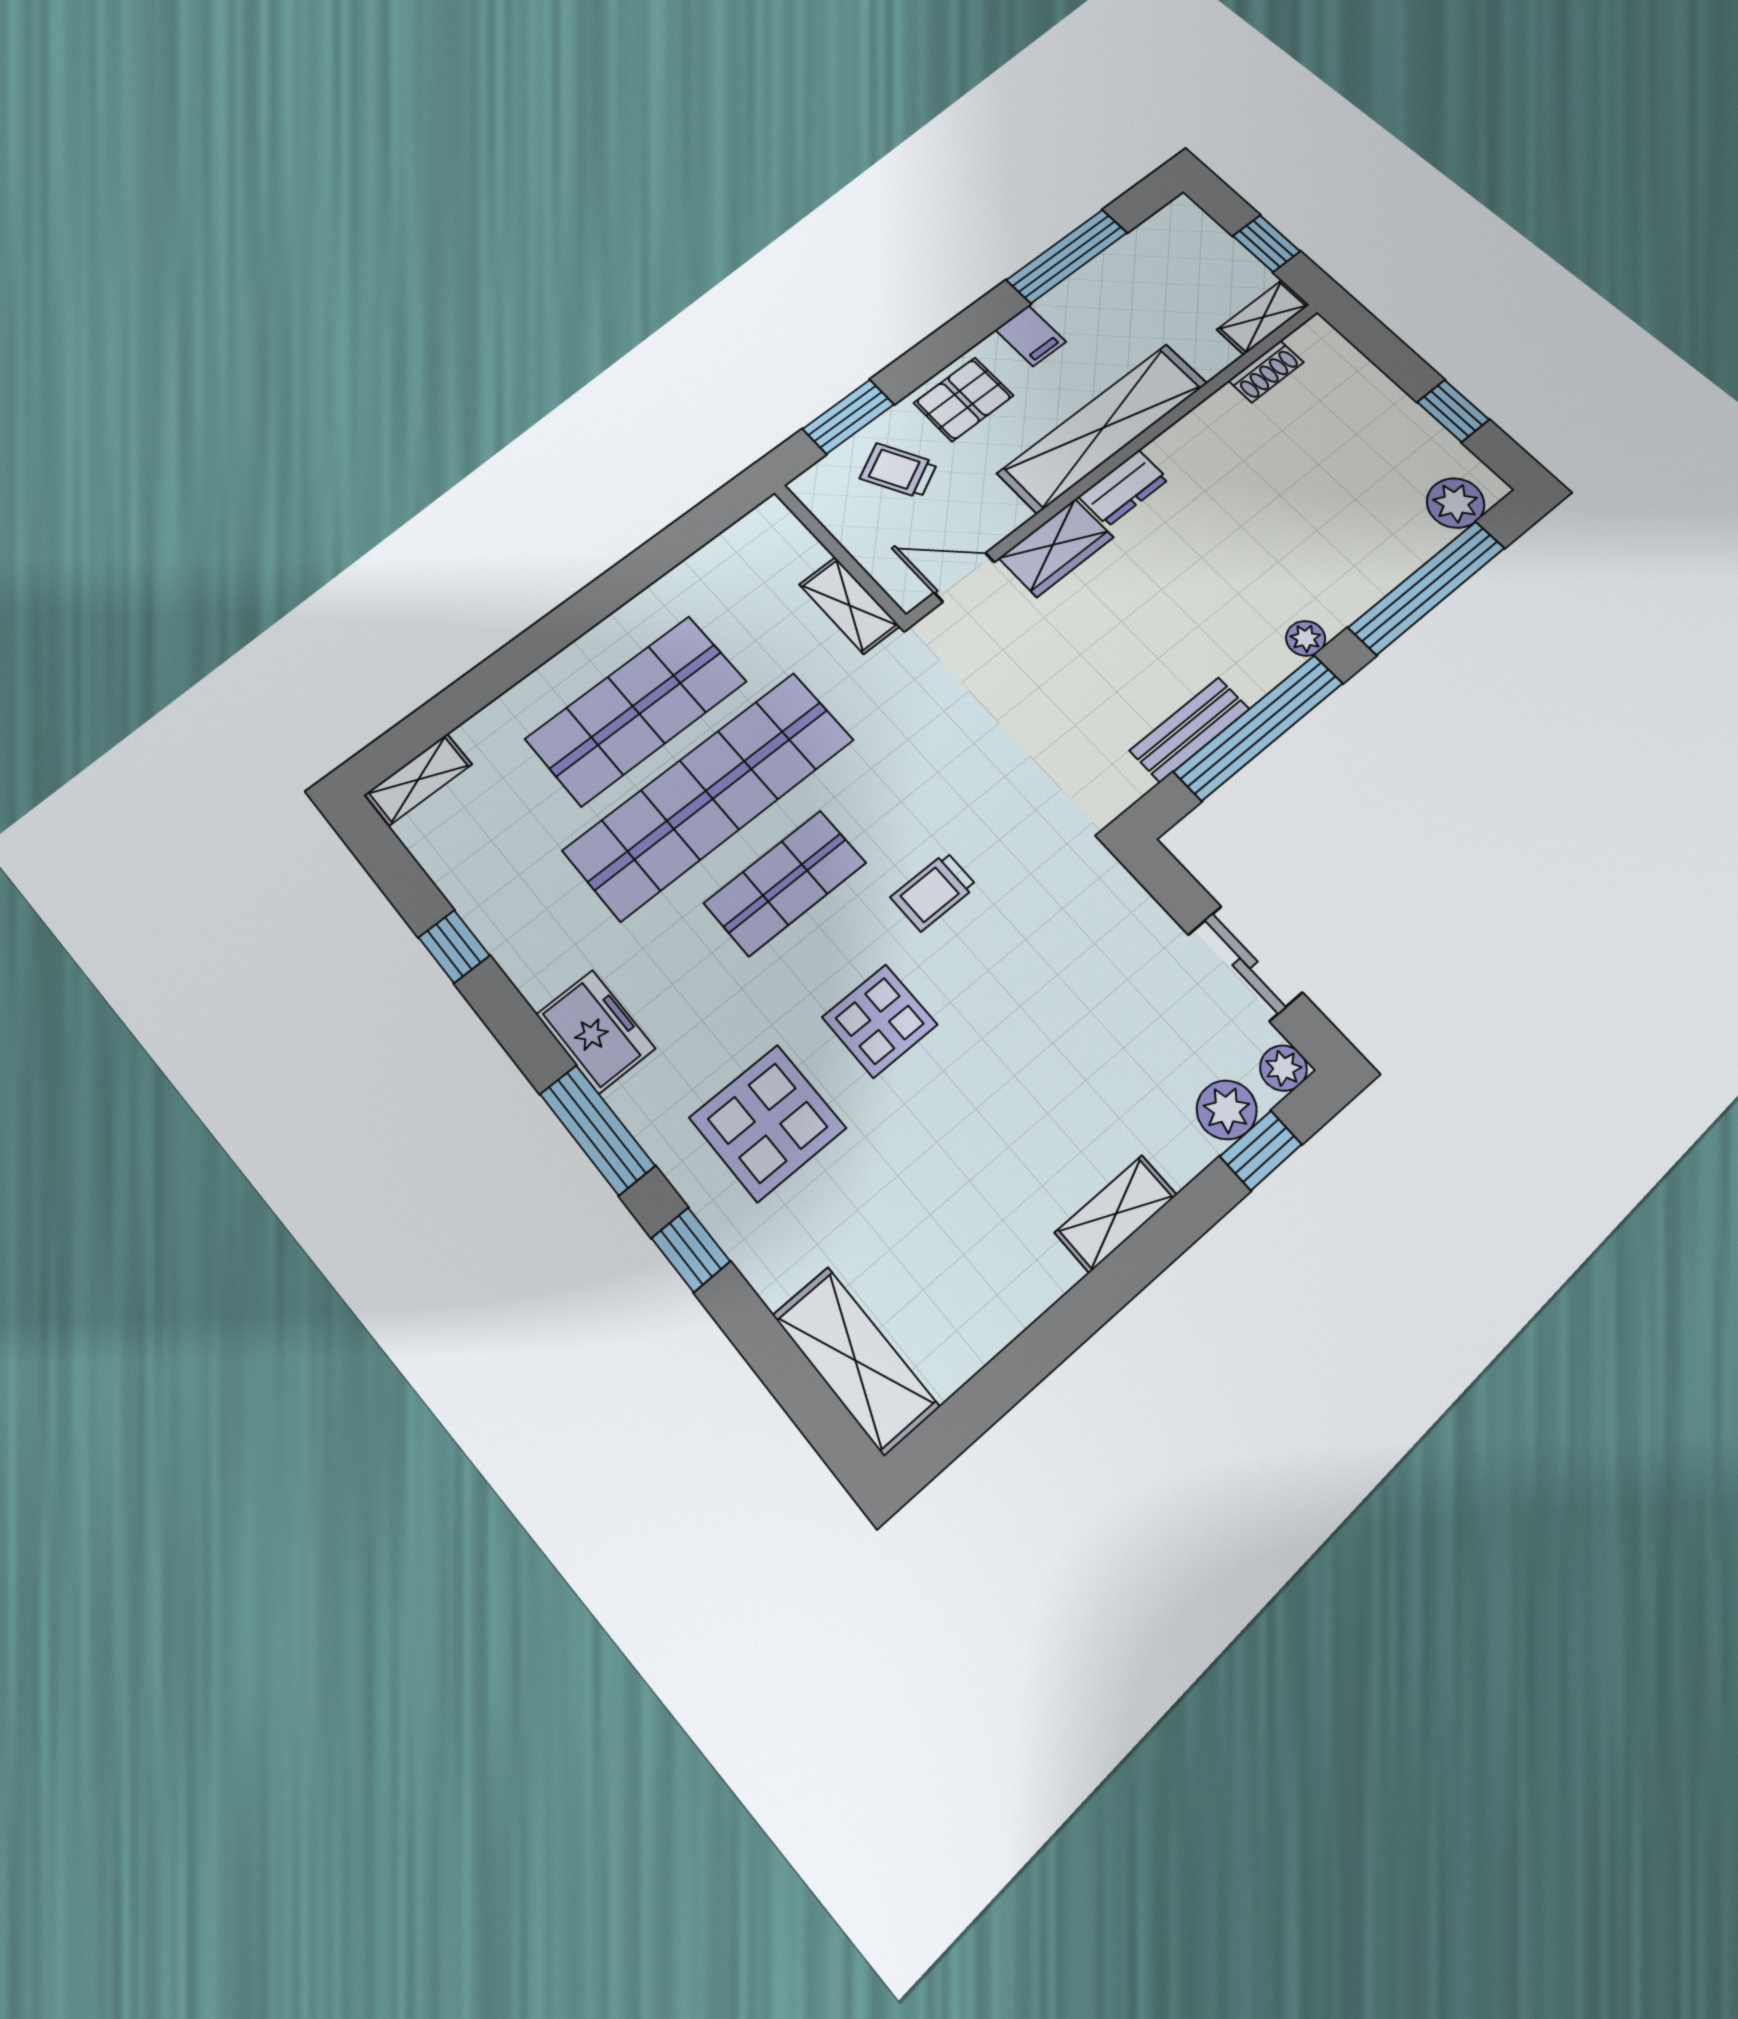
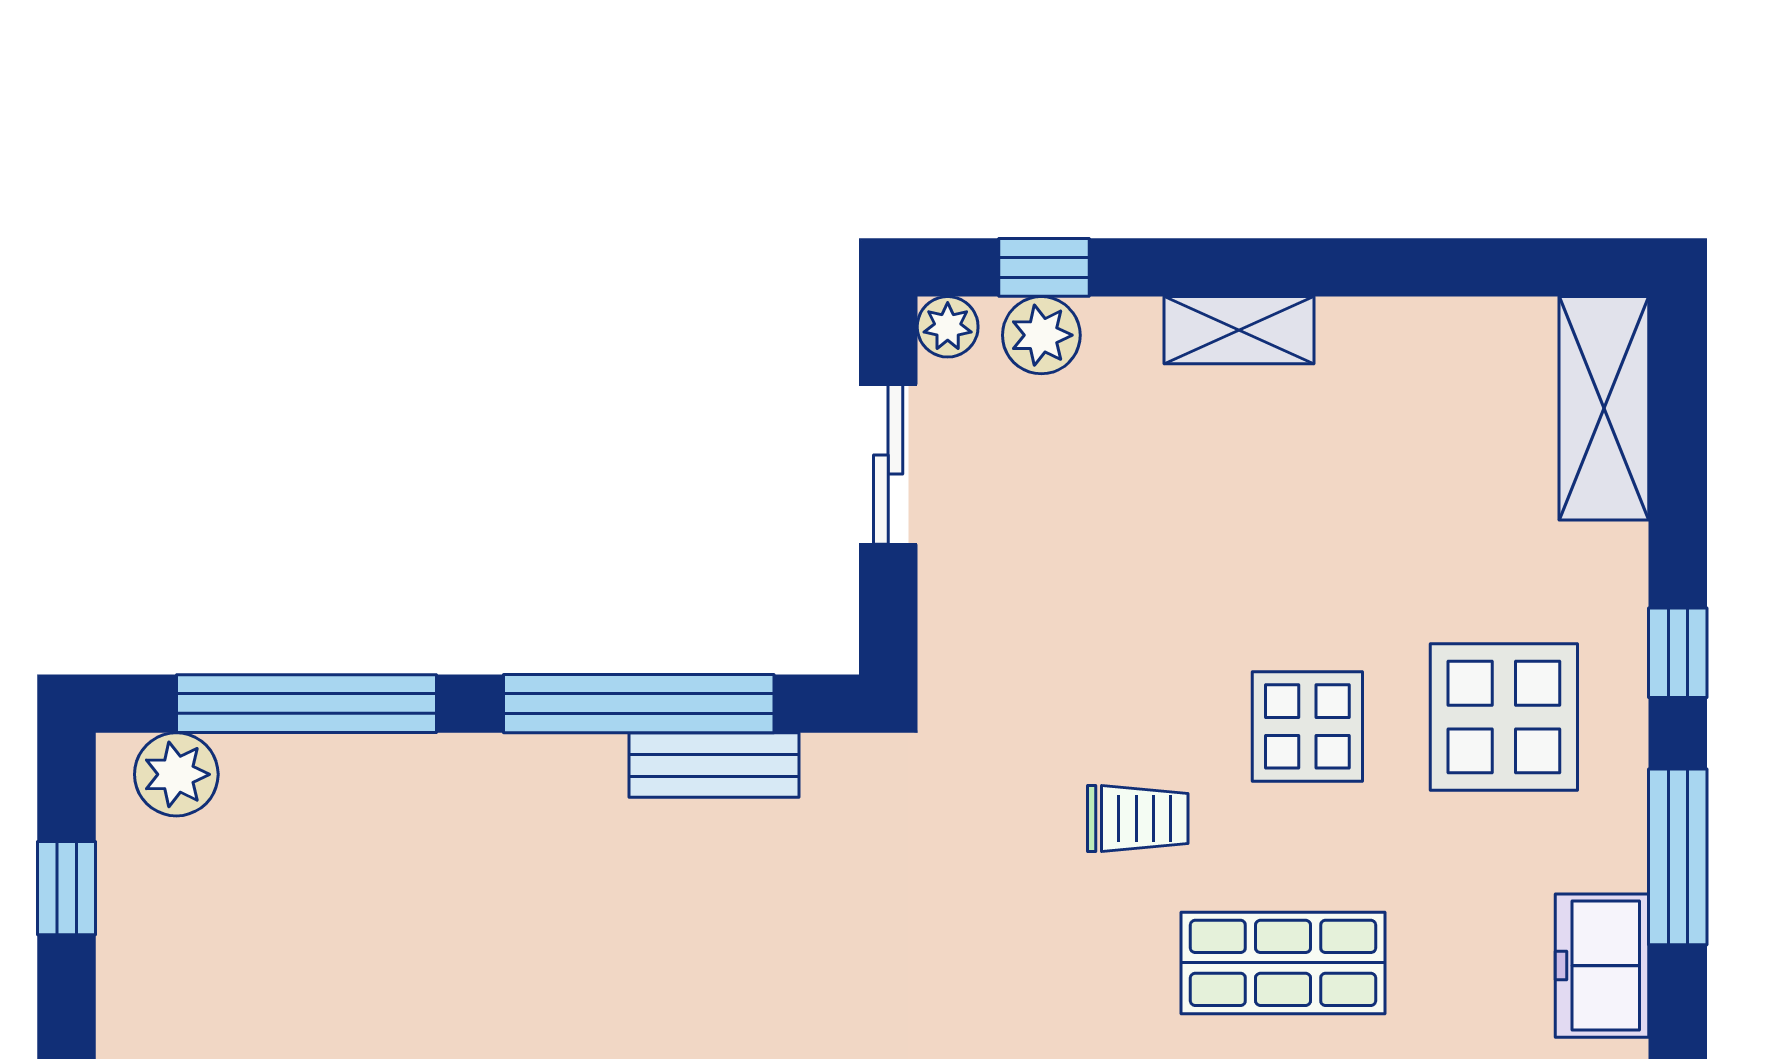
plant: (1306, 638) -> (494, 760), removed

